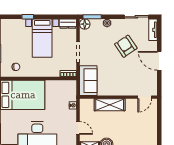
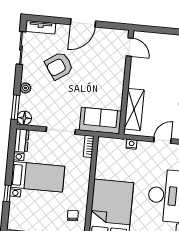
shelving: (110, 105) -> (134, 109), moved

